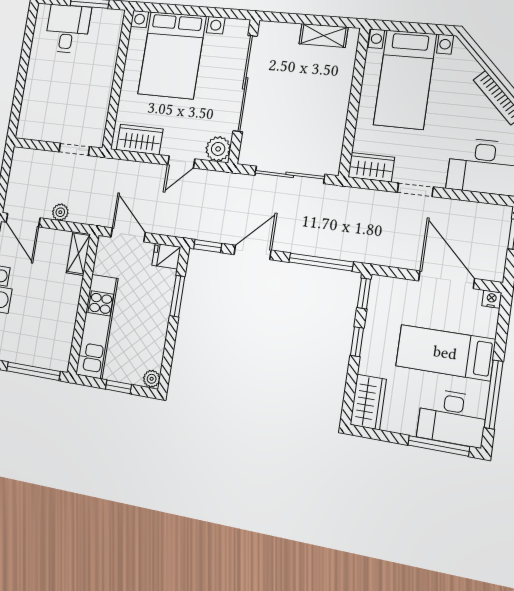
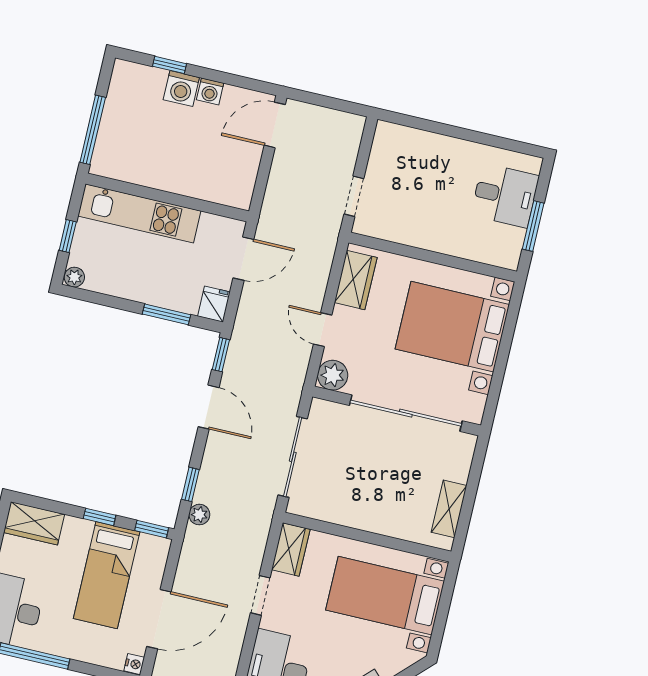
plant: (60, 212) -> (199, 515), moved
shelving: (78, 253) -> (227, 195), removed
window: (321, 262) -> (190, 484), width x0.46
bed: (445, 353) -> (107, 575), moved, turned 180

